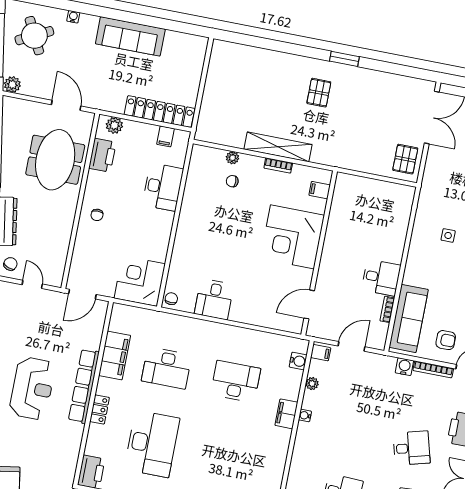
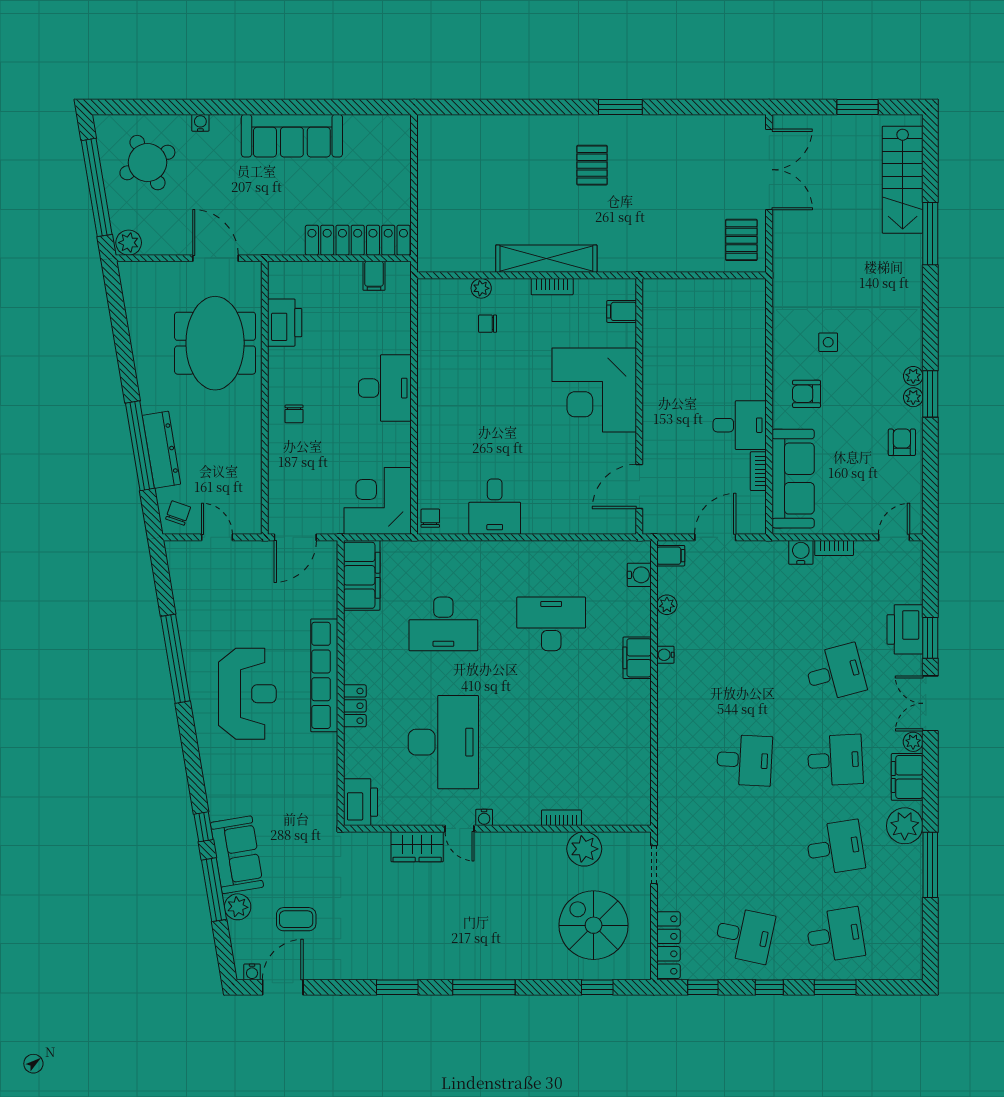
plant: (114, 125) -> (294, 274), removed
desk: (163, 187) -> (385, 388), moved
armchair: (446, 340) -> (807, 394), moved, turned 180
filing cabinet: (115, 355) -> (362, 575), moved
bookcase: (433, 369) -> (834, 548), width x0.64

